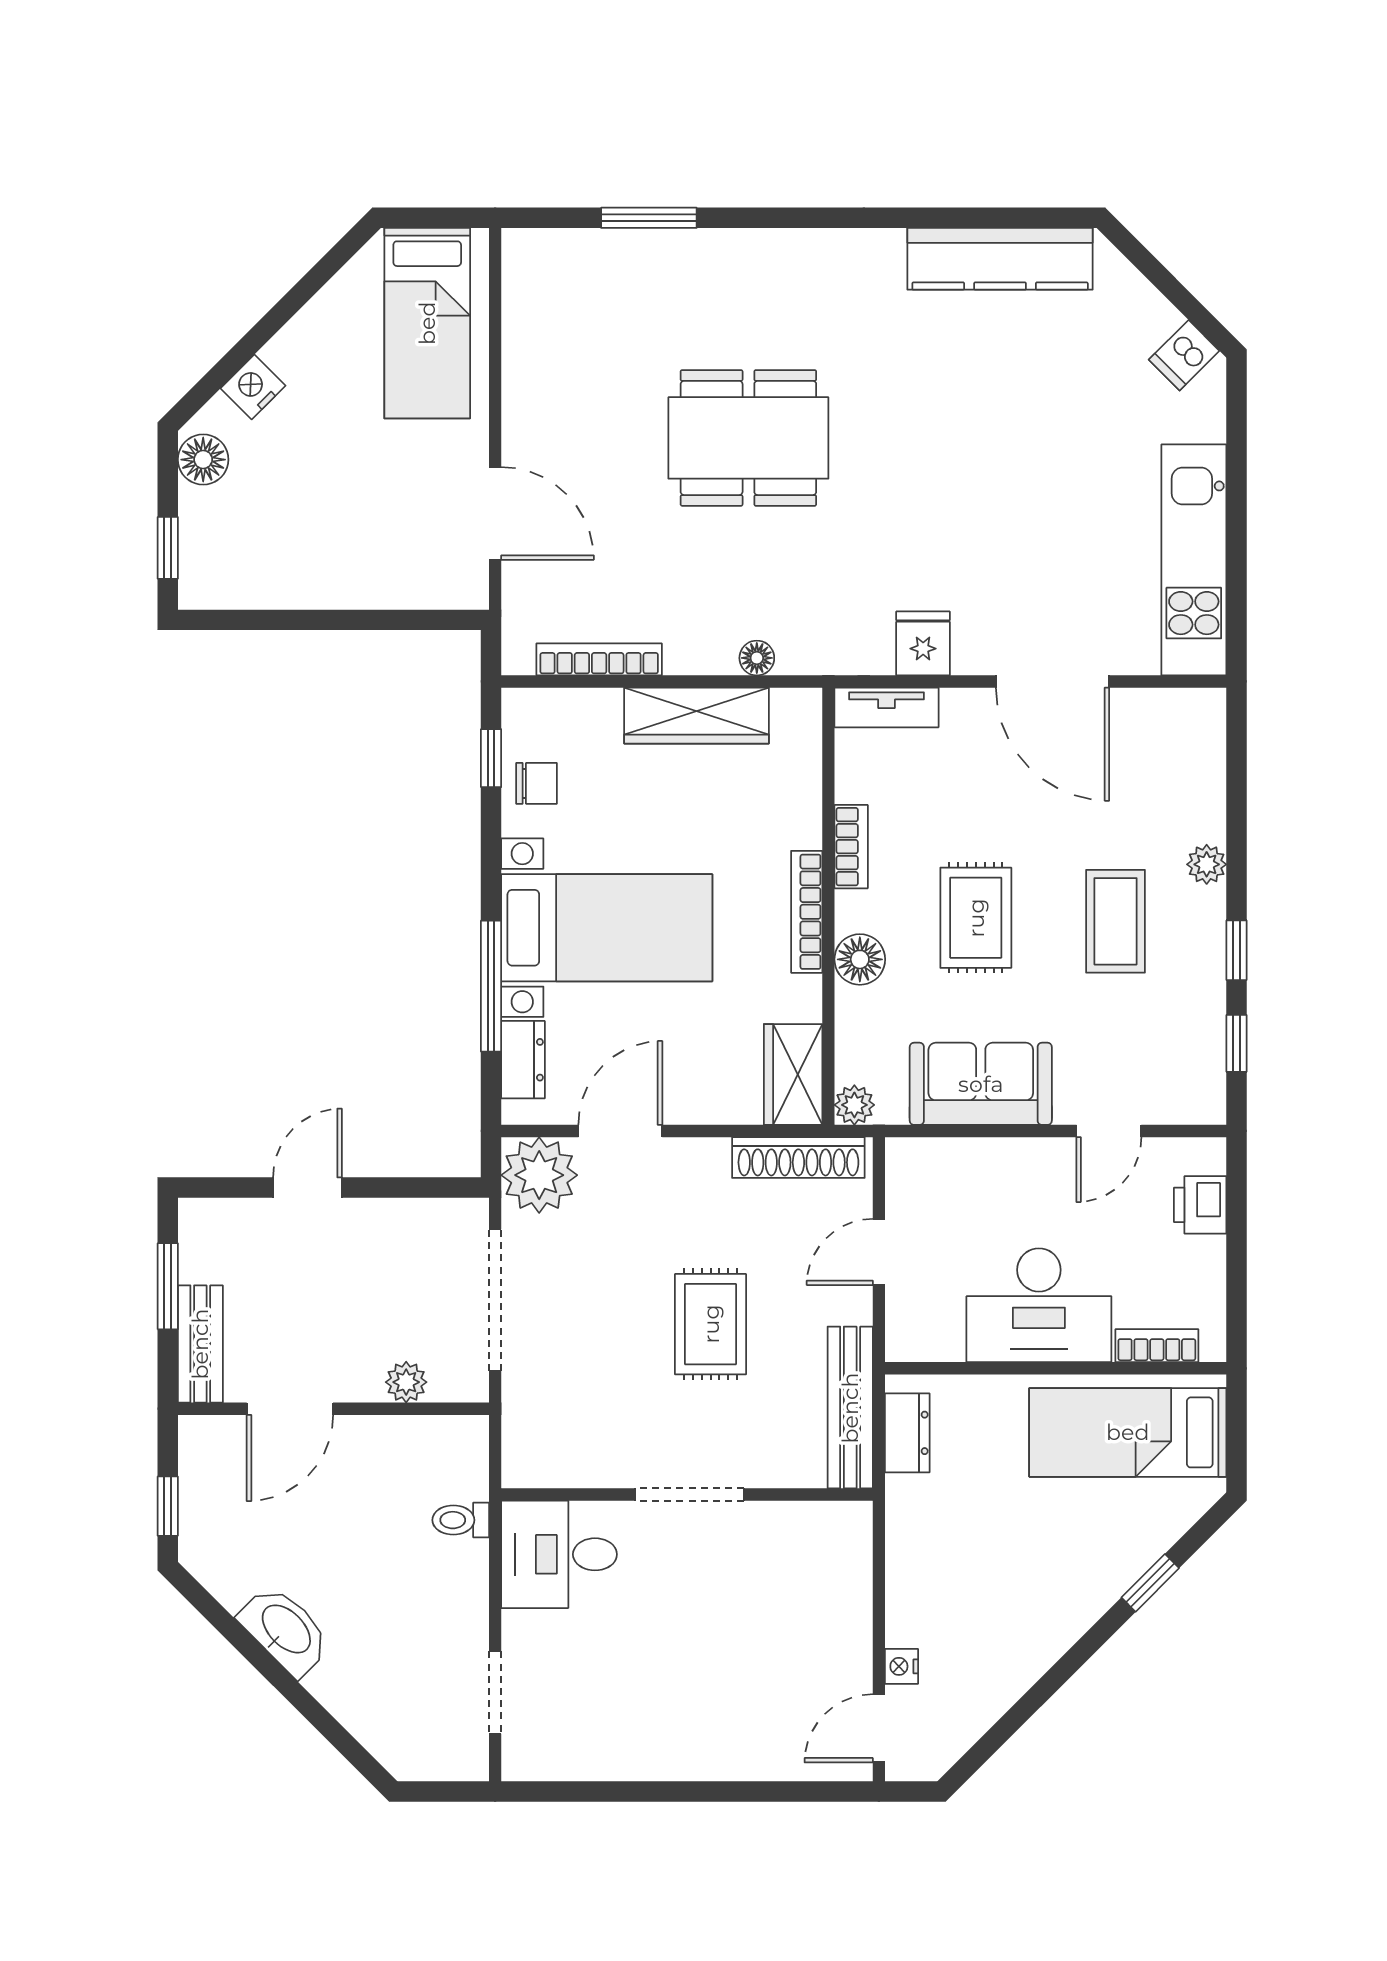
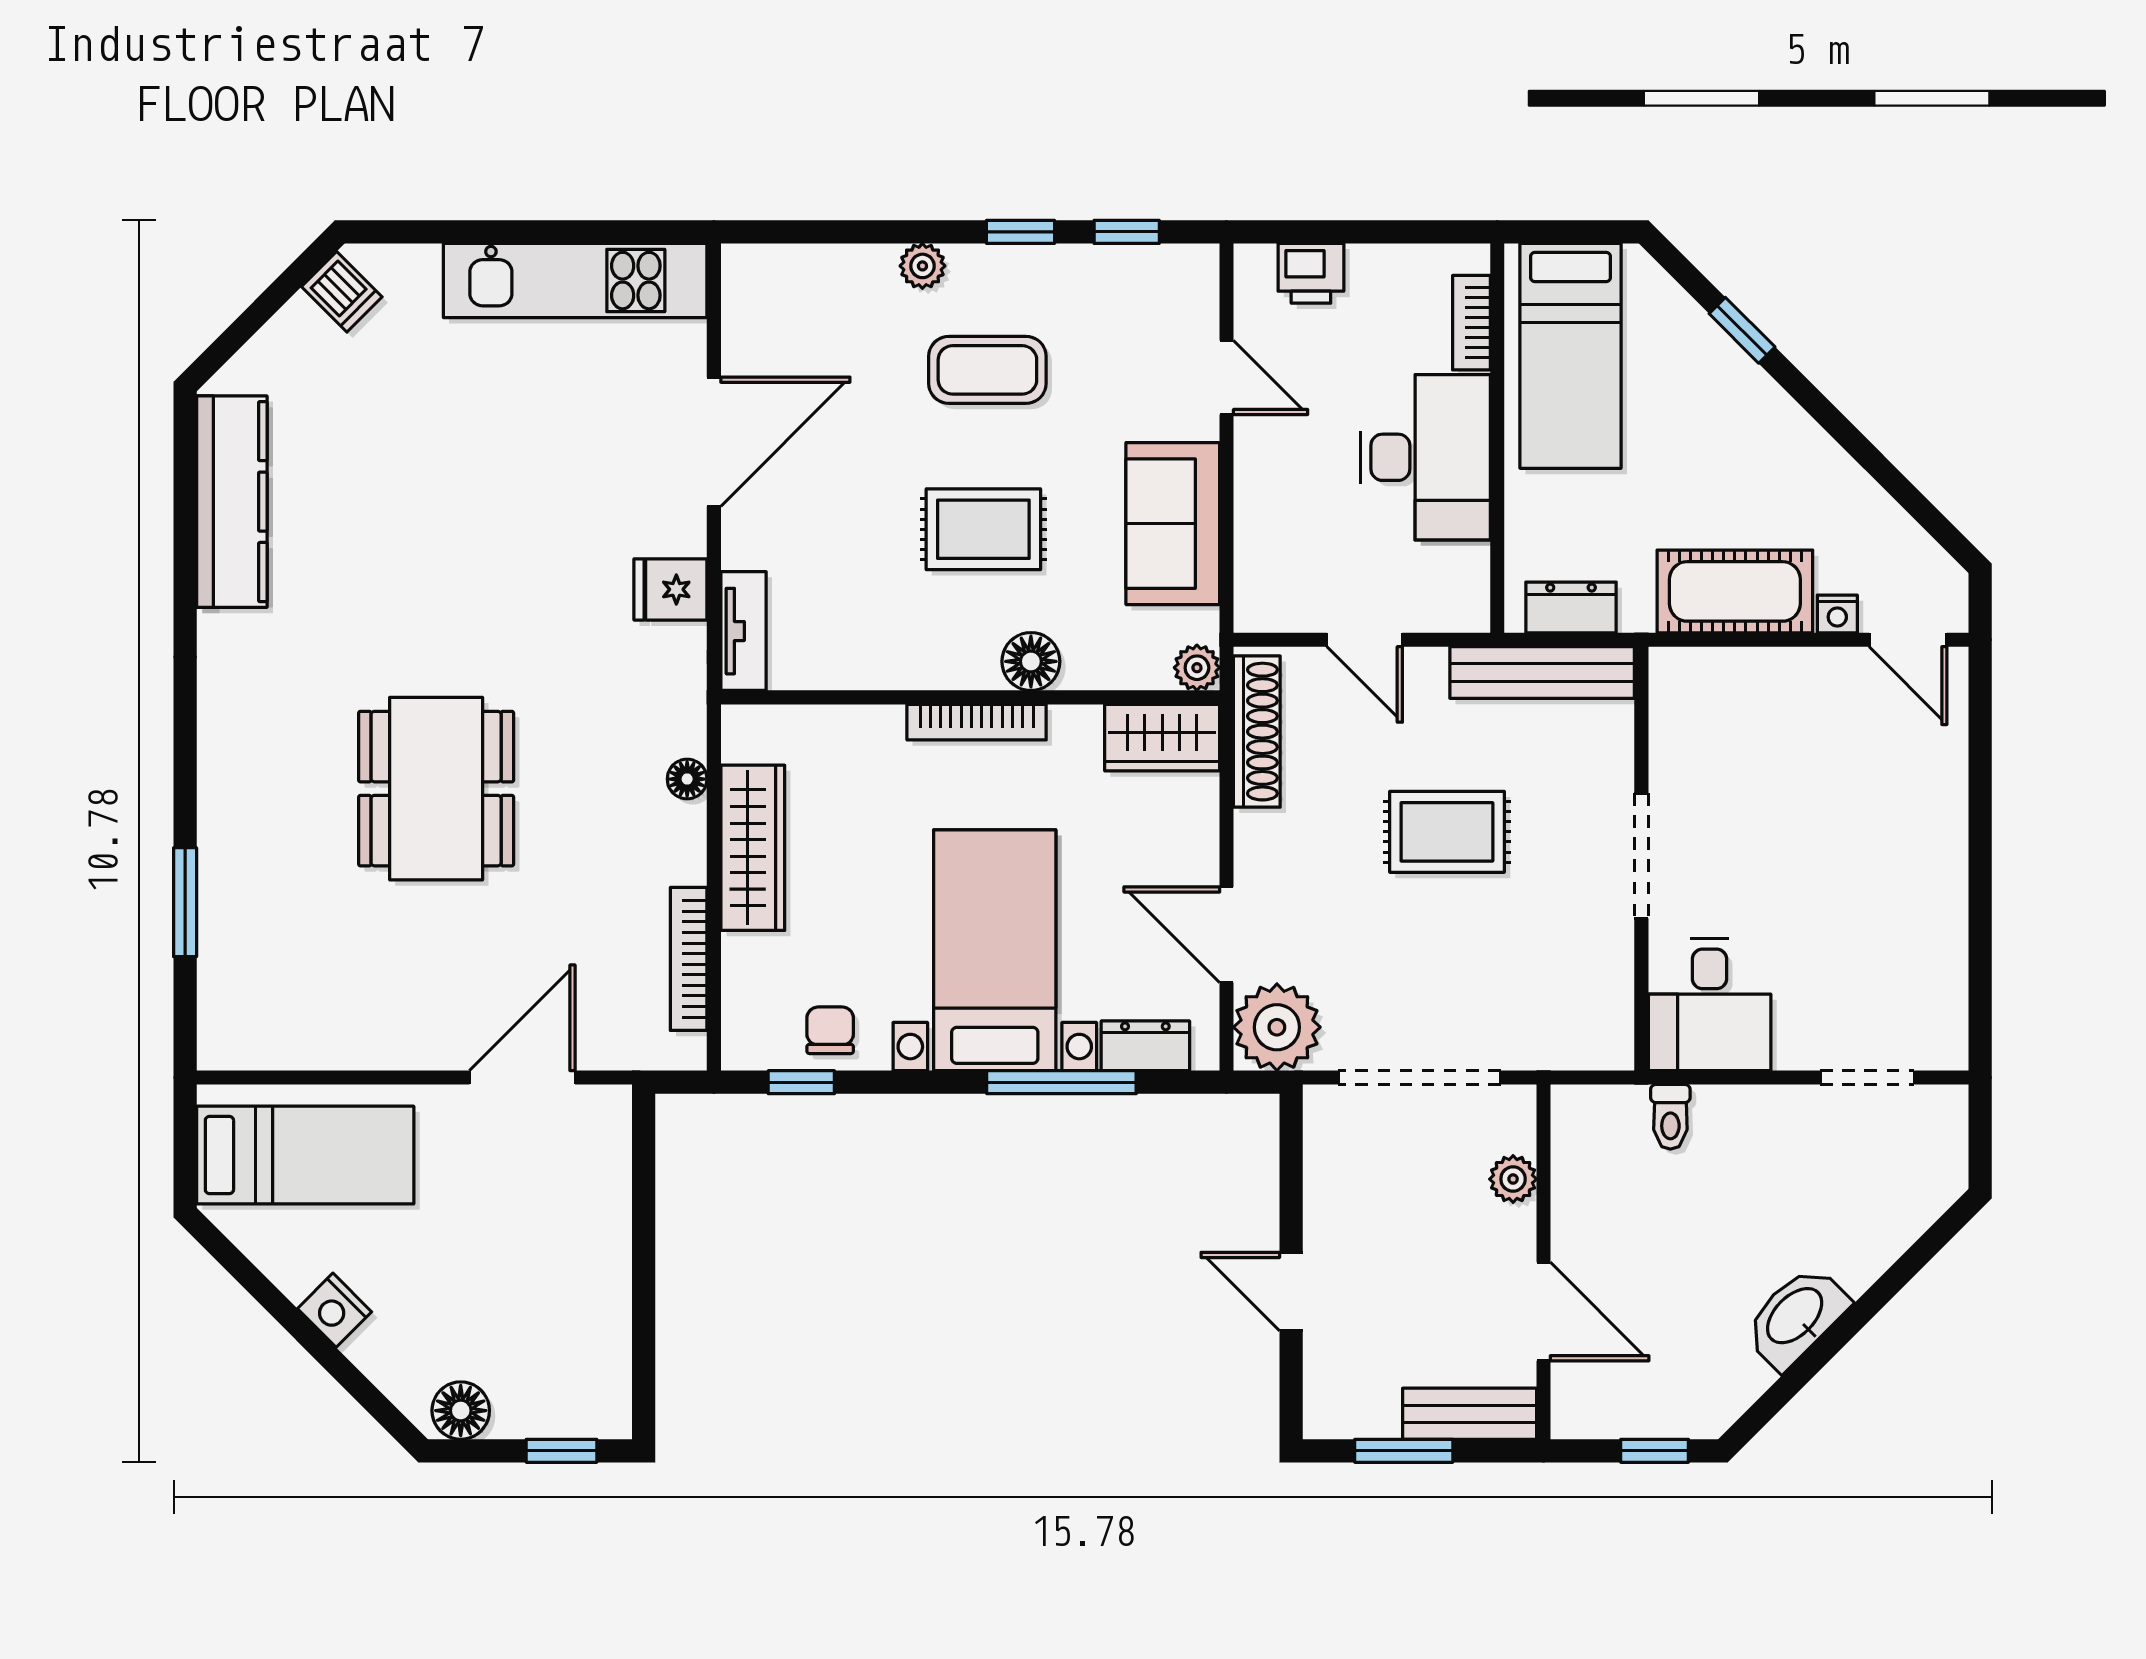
nightstand: (253, 387) -> (334, 1310), moved
bookcase: (851, 847) -> (902, 671), removed
cot: (921, 1577) -> (1735, 591), added

